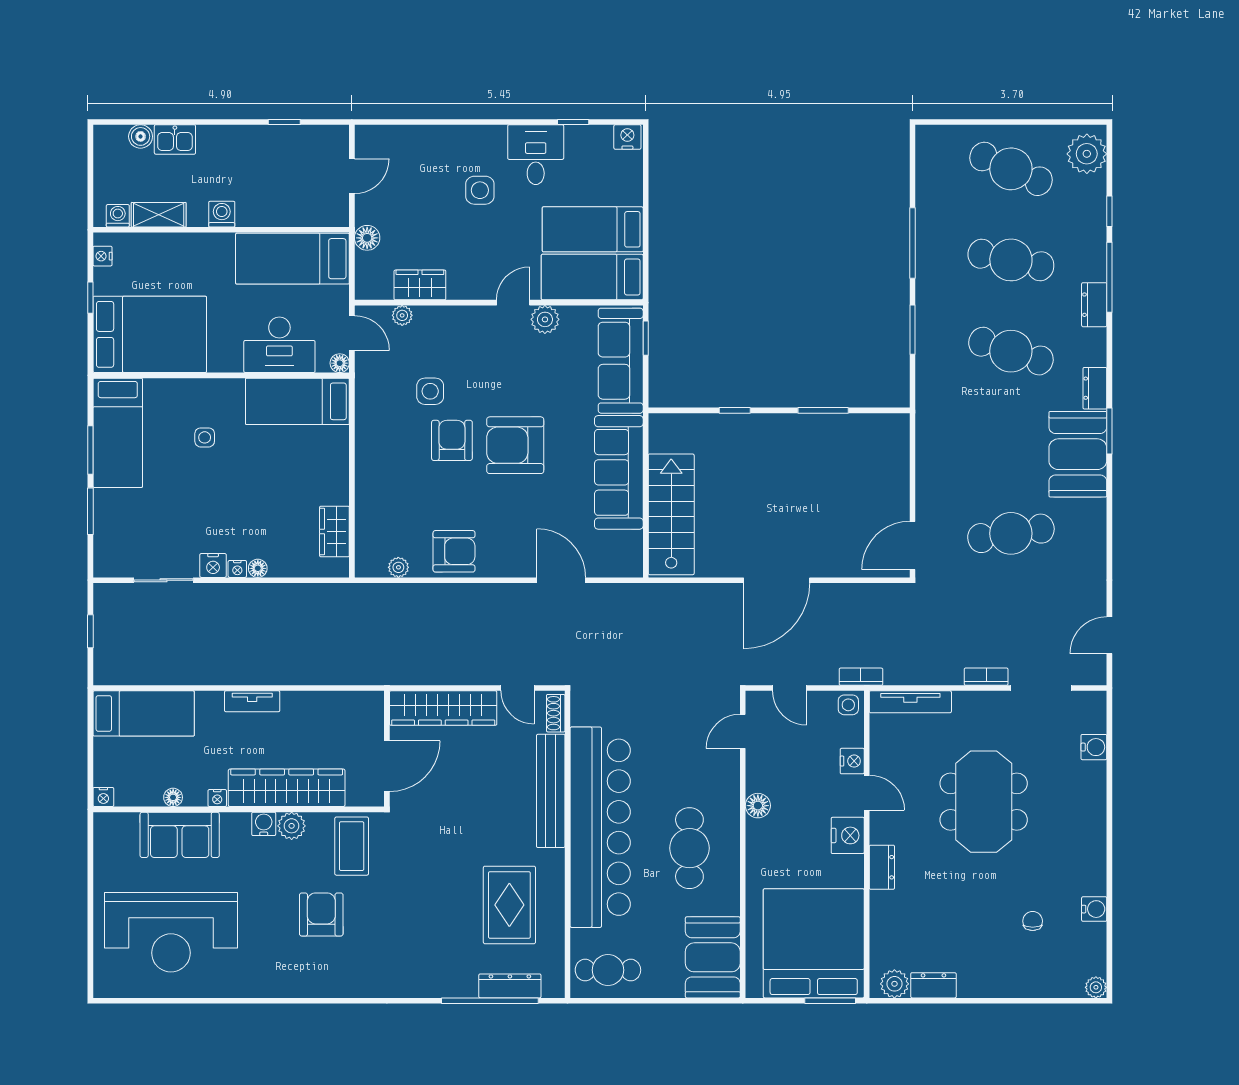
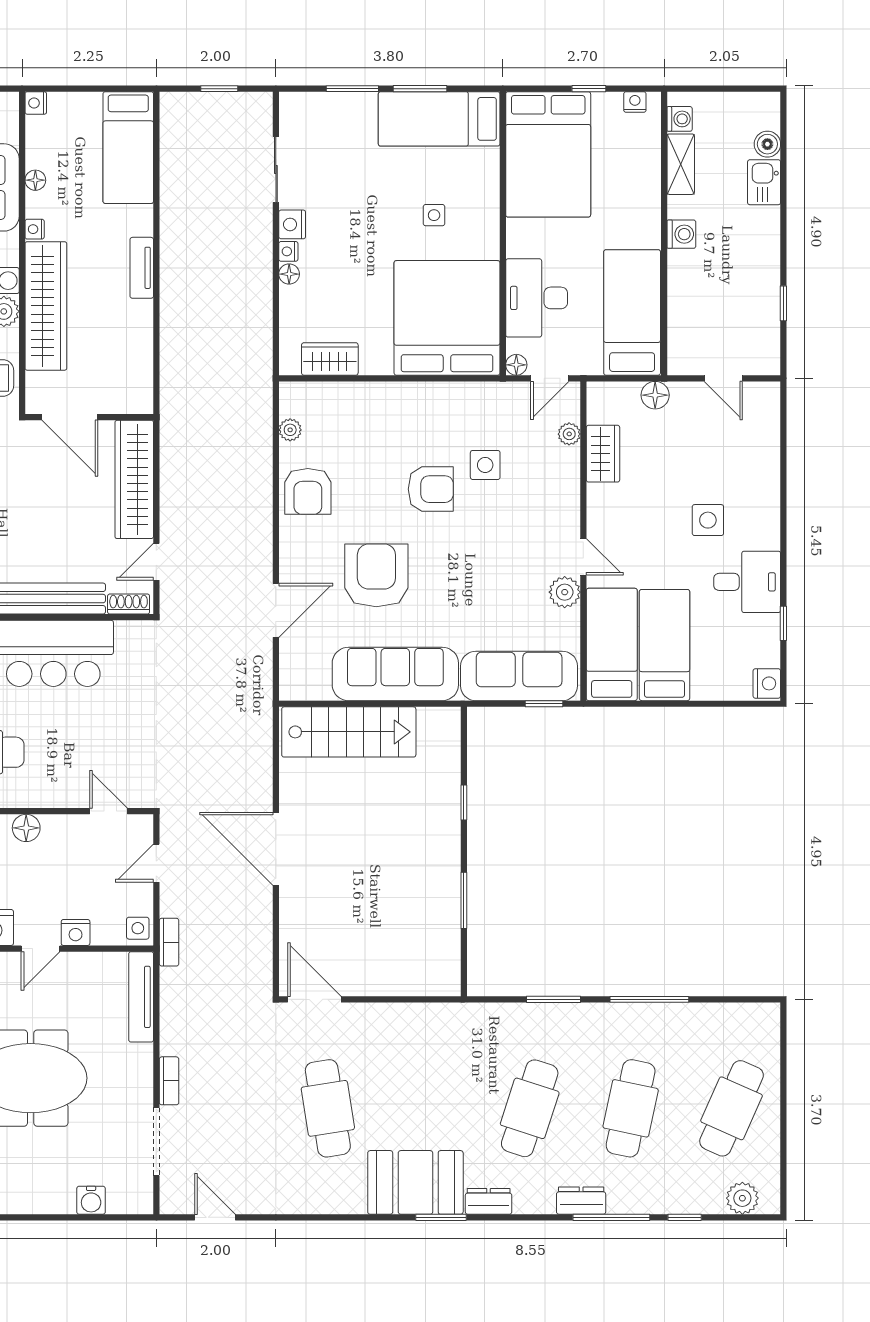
plant: (1087, 154) -> (742, 1198), width x0.73, depth x0.73
bed: (297, 401) -> (447, 318), width x2.04
armchair: (515, 445) -> (376, 575), moved

